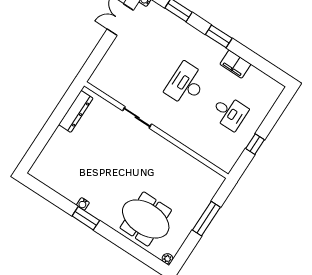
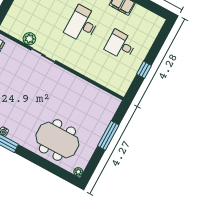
plant: (122, 97) -> (29, 39), added
desk: (229, 113) -> (120, 45), turned 180

